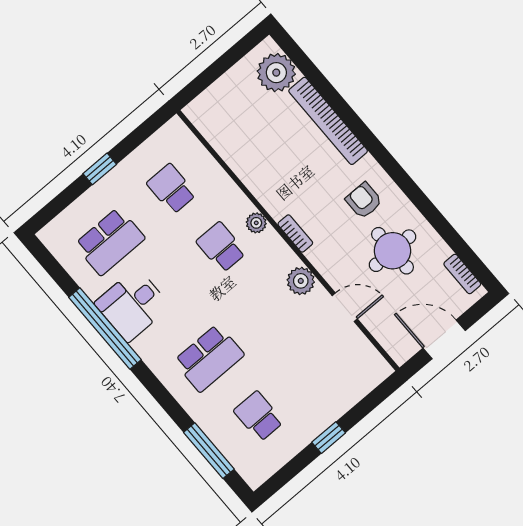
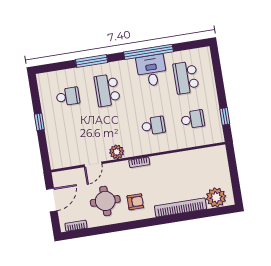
window: (100, 169) -> (225, 116), moved
plant: (256, 223) -> (155, 148), removed
window: (209, 451) -> (92, 61), moved

